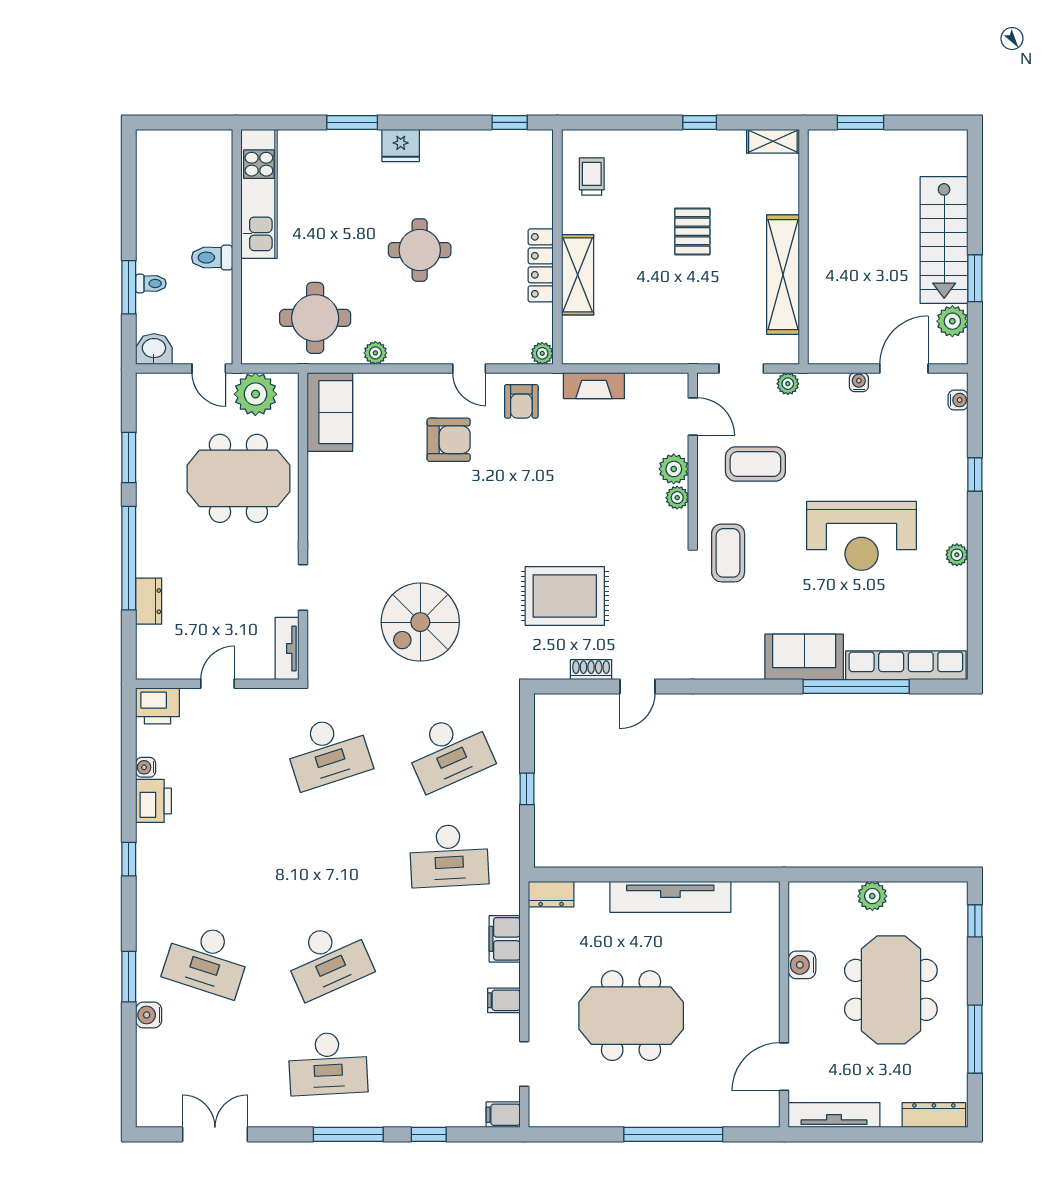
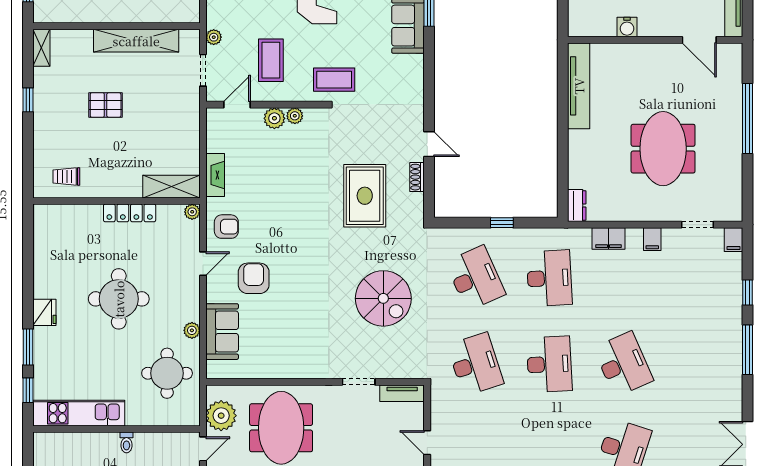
window: (510, 122) -> (28, 390), moved
round table: (420, 250) -> (119, 299), width x1.36, depth x1.36
toilet: (212, 258) -> (126, 442), width x0.73, depth x0.72
shelving: (578, 275) -> (171, 187), moved
sofa: (330, 412) -> (222, 332), moved, turned 90
tv unit: (670, 897) -> (579, 86), moved
desk: (328, 1064) -> (549, 364), moved

